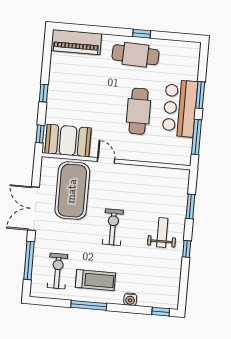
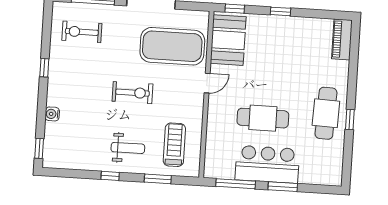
piano: (76, 42) -> (342, 39), width x0.73, depth x0.75
exercise bike: (57, 271) -> (82, 32), turned 180
treadmill: (95, 280) -> (174, 145), moved, turned 180
window: (89, 305) -> (44, 68), width x0.46

